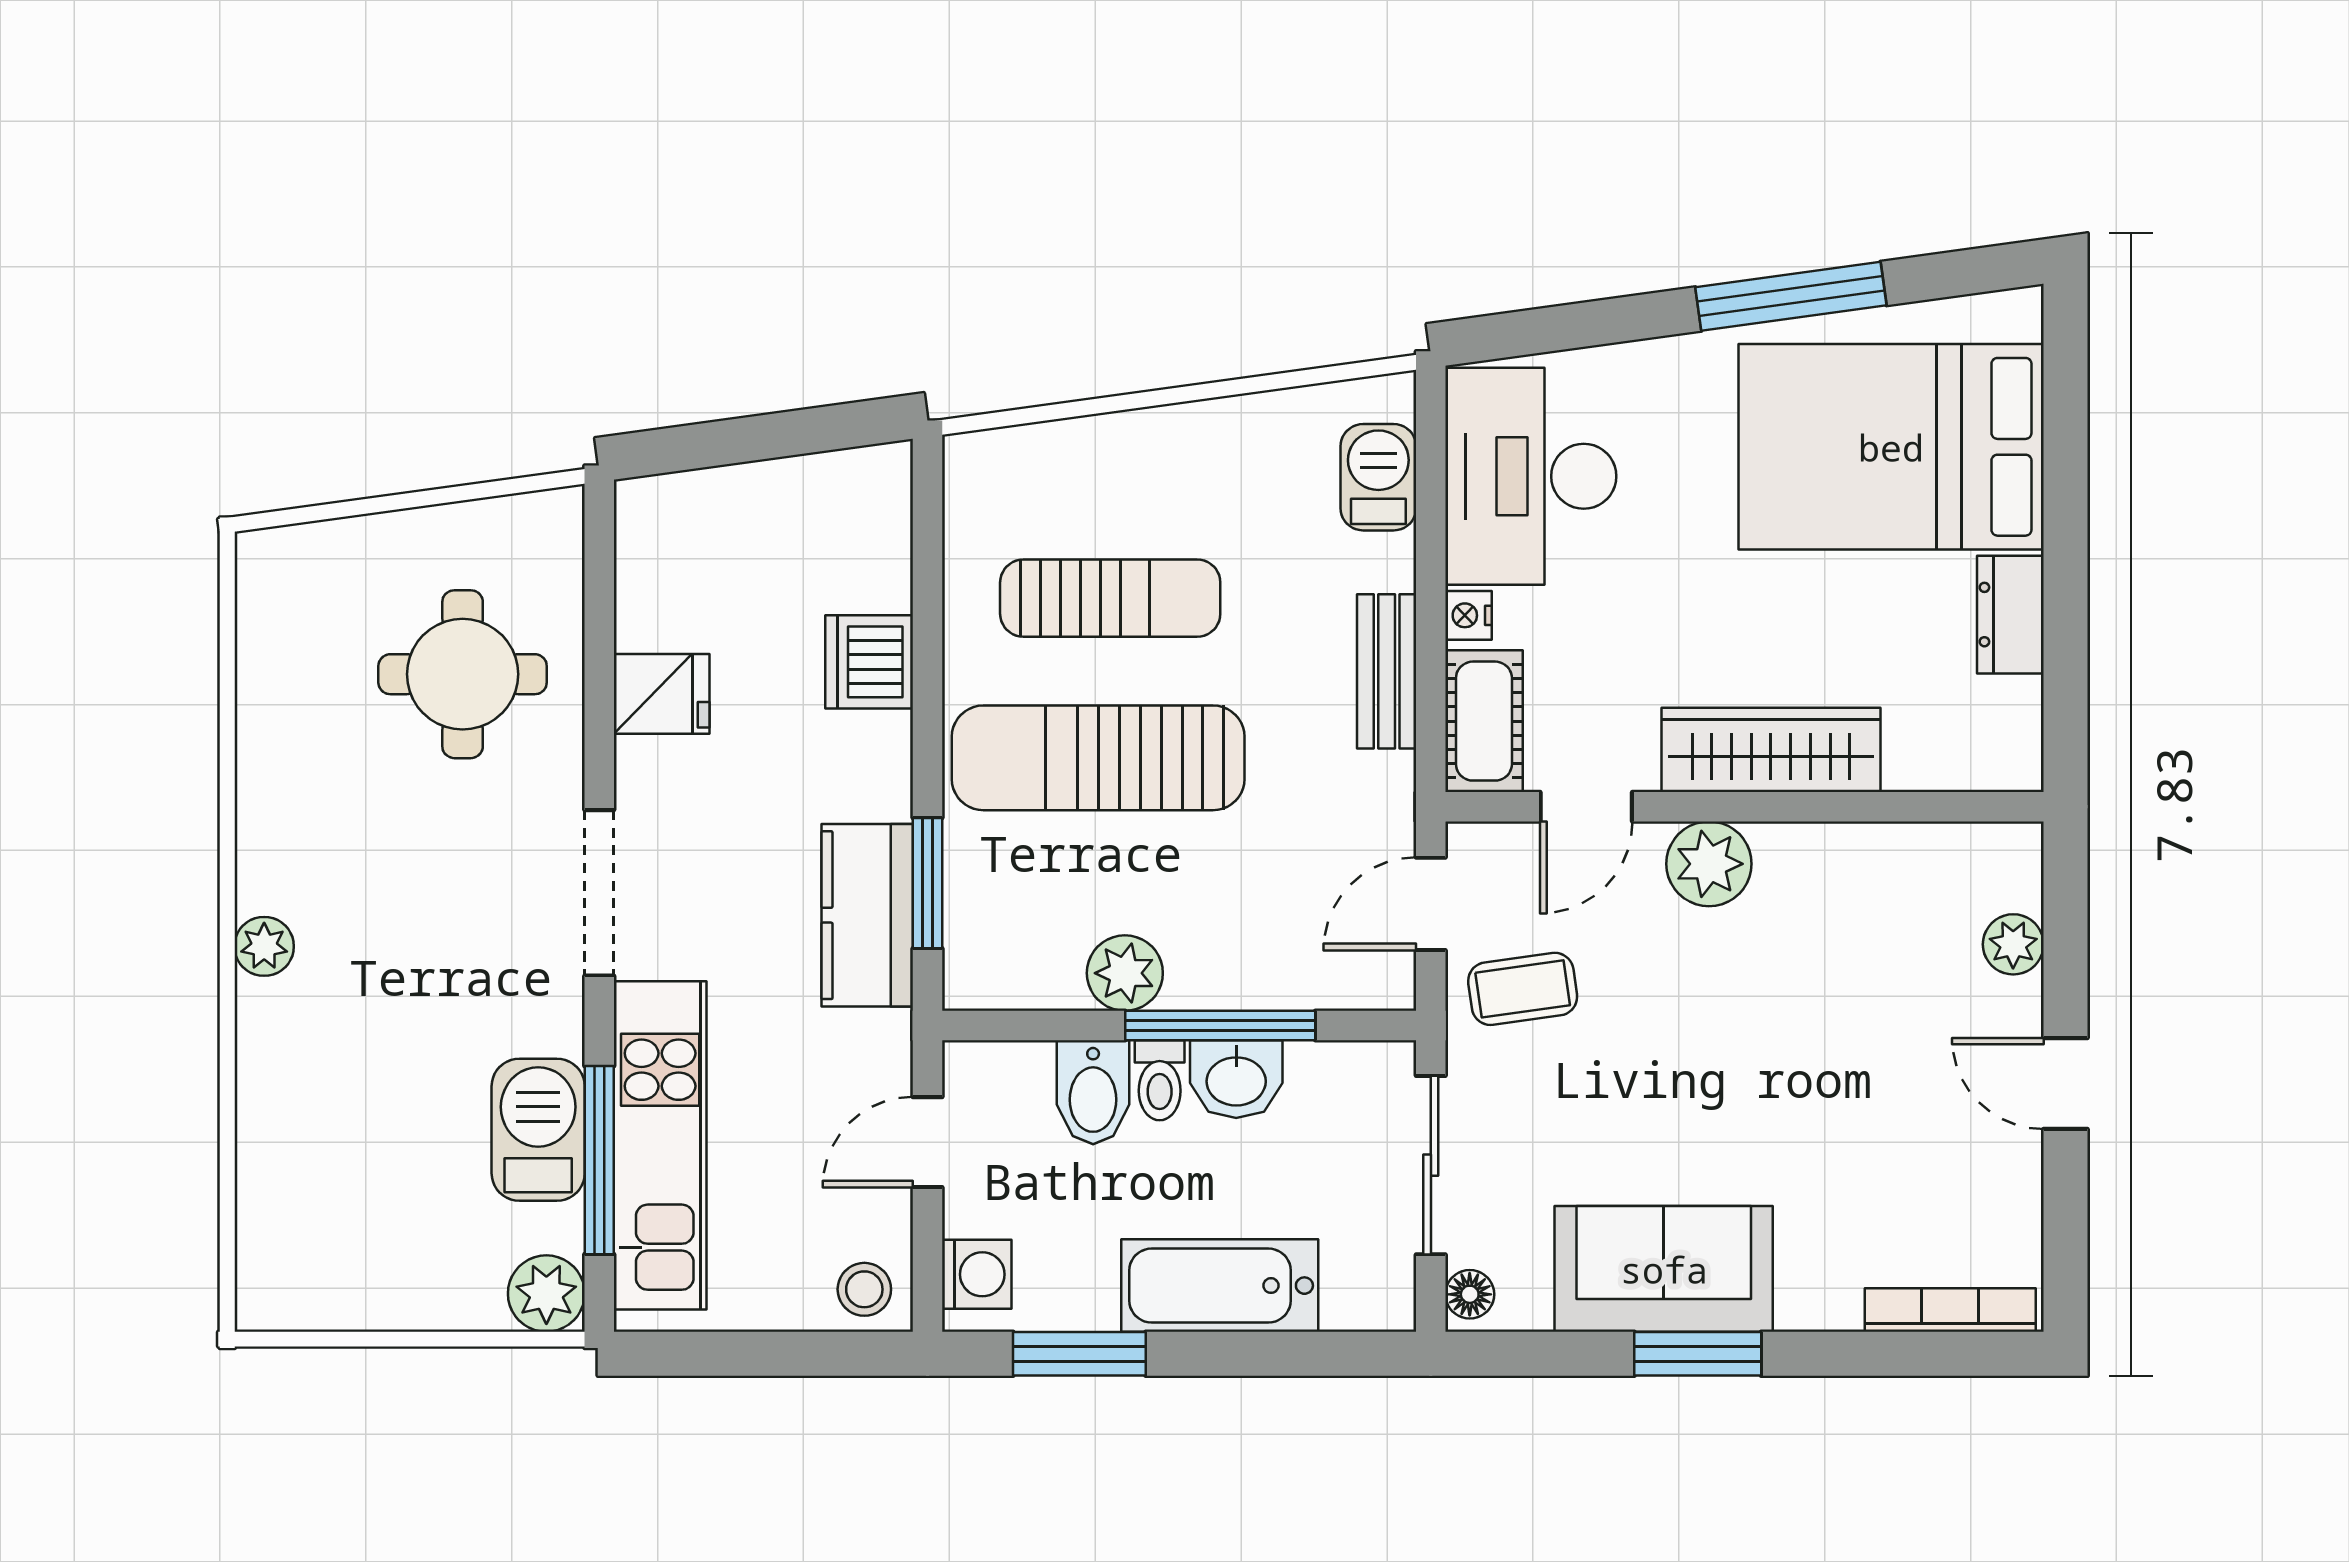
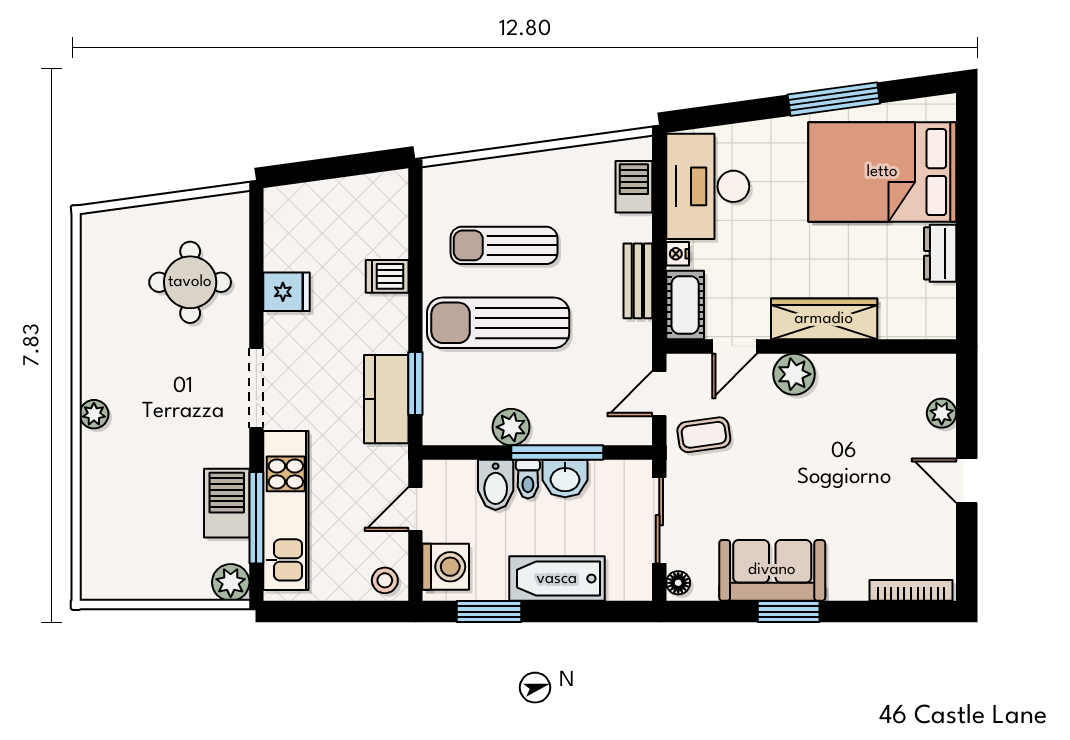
sun lounger: (1110, 598) -> (504, 245), turned 180
dishwasher: (869, 662) -> (387, 276), width x0.73
washing machine: (977, 1274) -> (446, 567), width x1.38, depth x1.38

